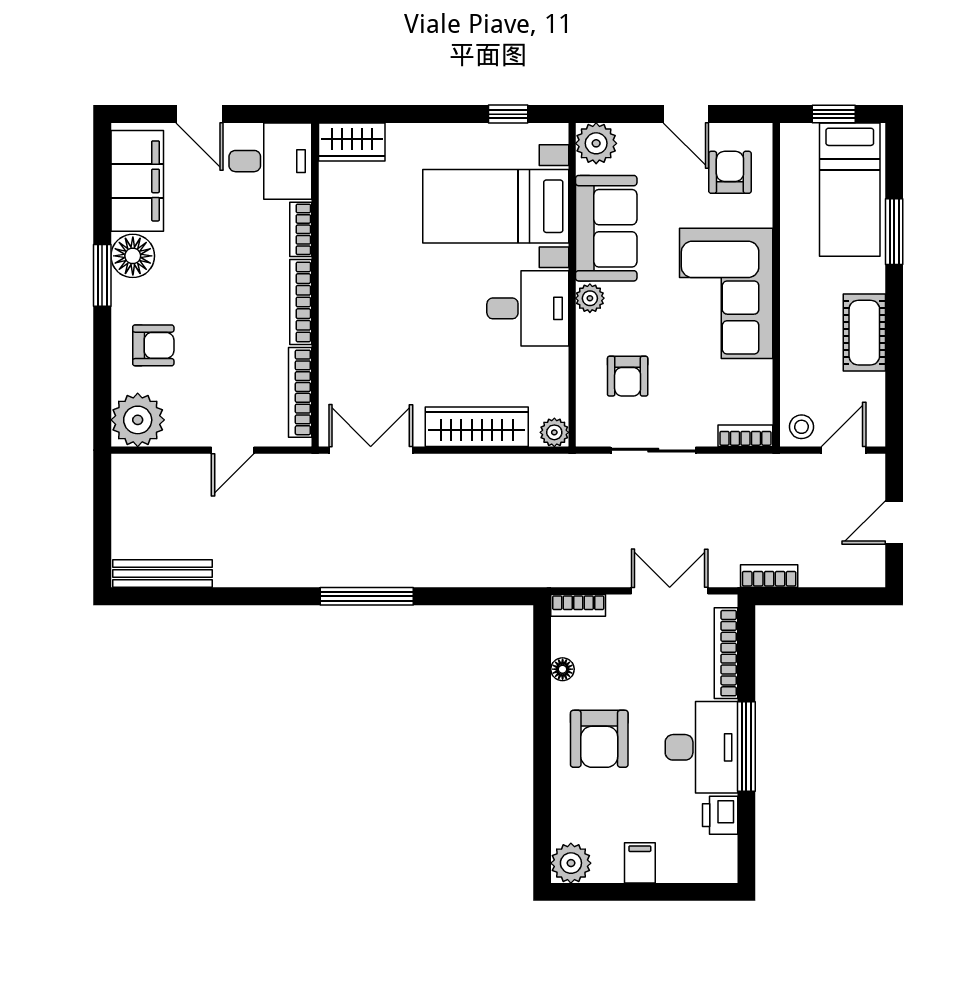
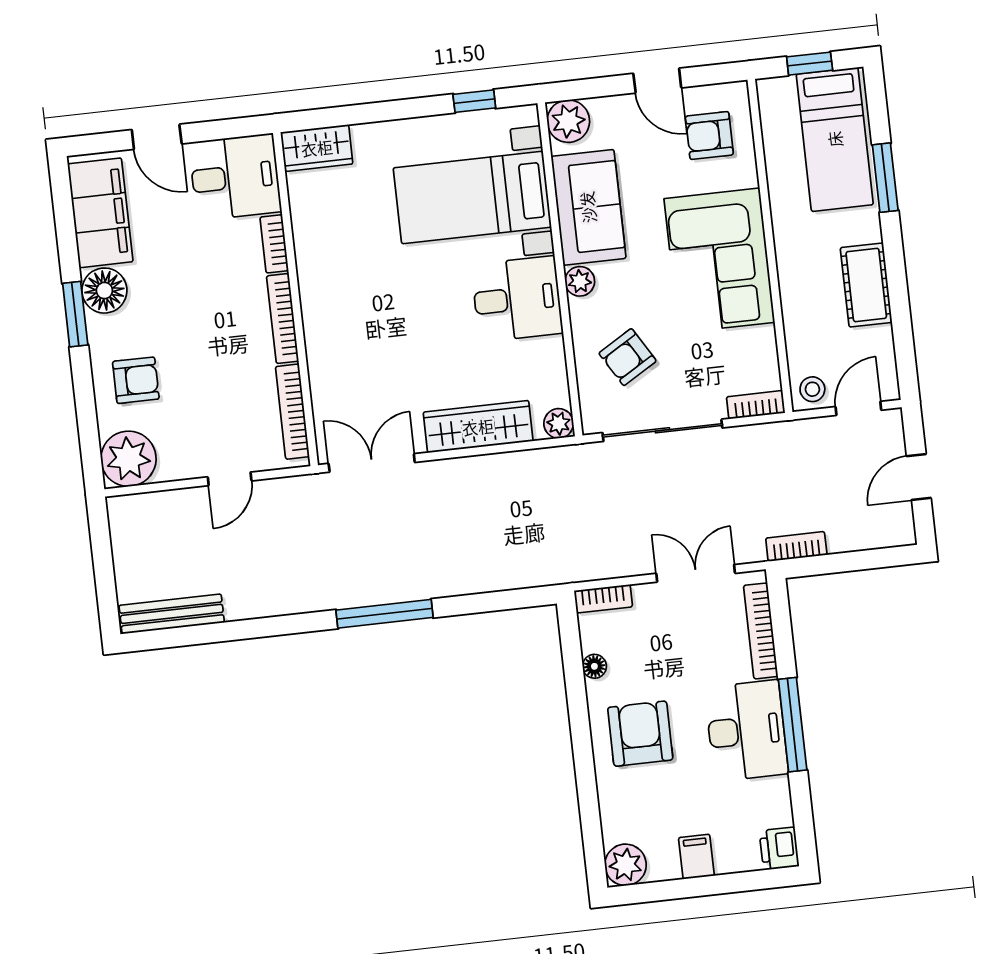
armchair: (730, 172) -> (709, 136), turned -90
armchair: (628, 376) -> (628, 357), turned 59
sliding door: (653, 450) -> (662, 430), width x1.37
armchair: (599, 739) -> (640, 734), turned 180
printer: (720, 815) -> (779, 848), moved

